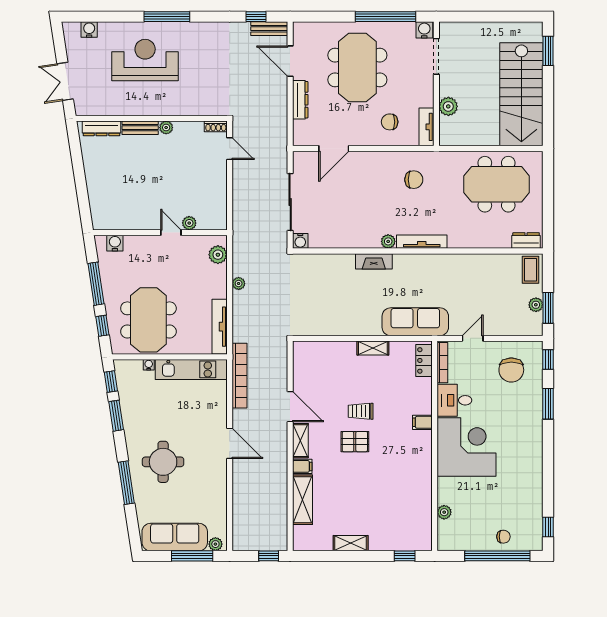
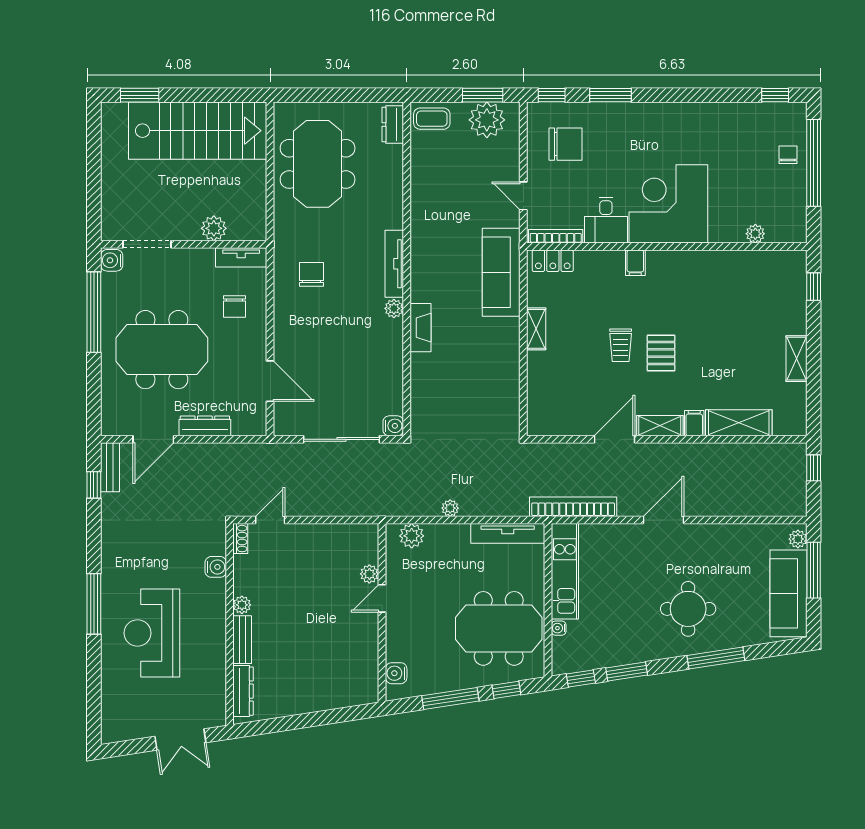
water cooler: (89, 30) -> (216, 567), moved, turned 180
plant: (536, 305) -> (487, 120), width x1.88, depth x1.88

